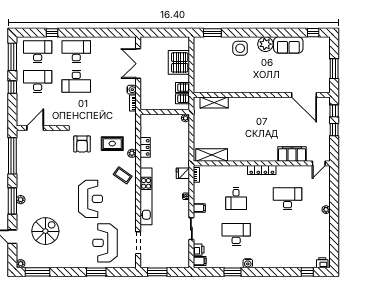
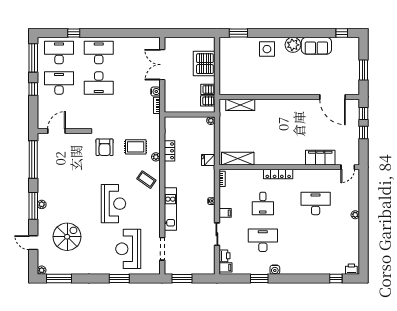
locker: (262, 170) -> (278, 174), moved
fridge: (183, 173) -> (208, 160), moved
kitchen unit: (146, 196) -> (170, 209), width x0.73

